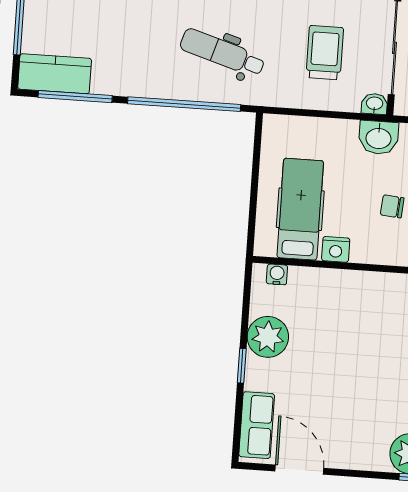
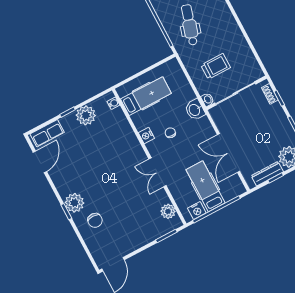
nightstand: (336, 249) -> (146, 136), moved

